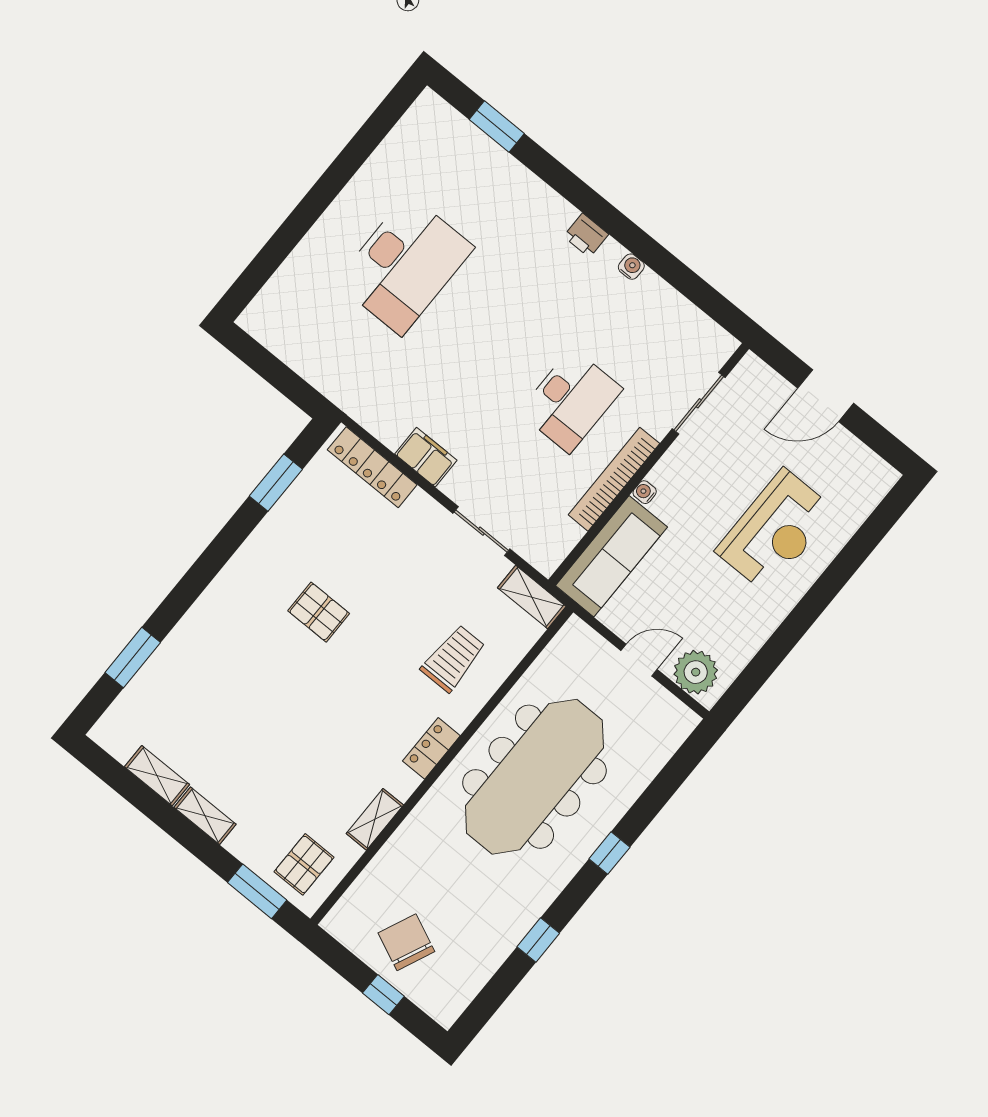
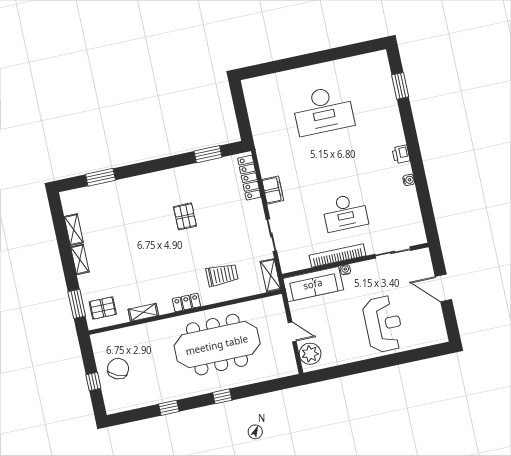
reception desk: (775, 531) -> (383, 324), turned -90

